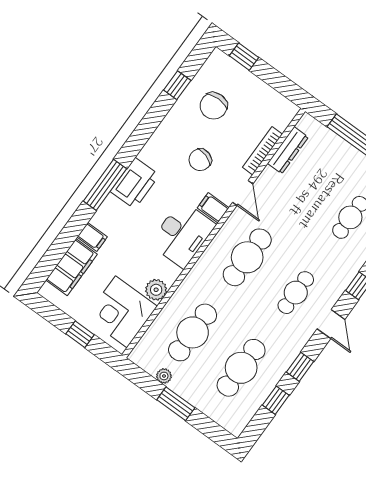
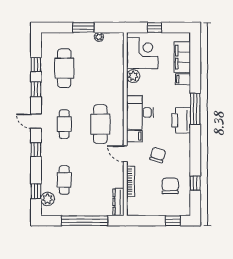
dresser: (288, 150) -> (118, 202), moved
cafe table: (193, 332) -> (100, 68), removed

